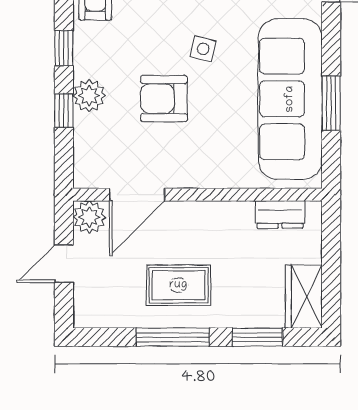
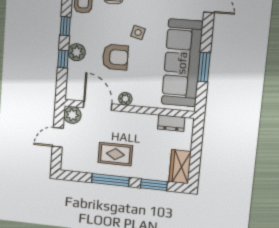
armchair: (164, 99) -> (115, 57), turned 180
plant: (189, 176) -> (125, 99), added
door: (137, 195) -> (98, 106), swing flipped

